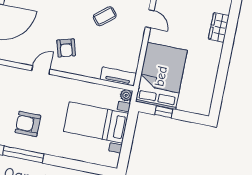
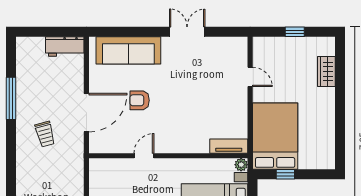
coffee table: (105, 16) -> (201, 84), removed
armchair: (66, 48) -> (140, 100), moved, turned 106

